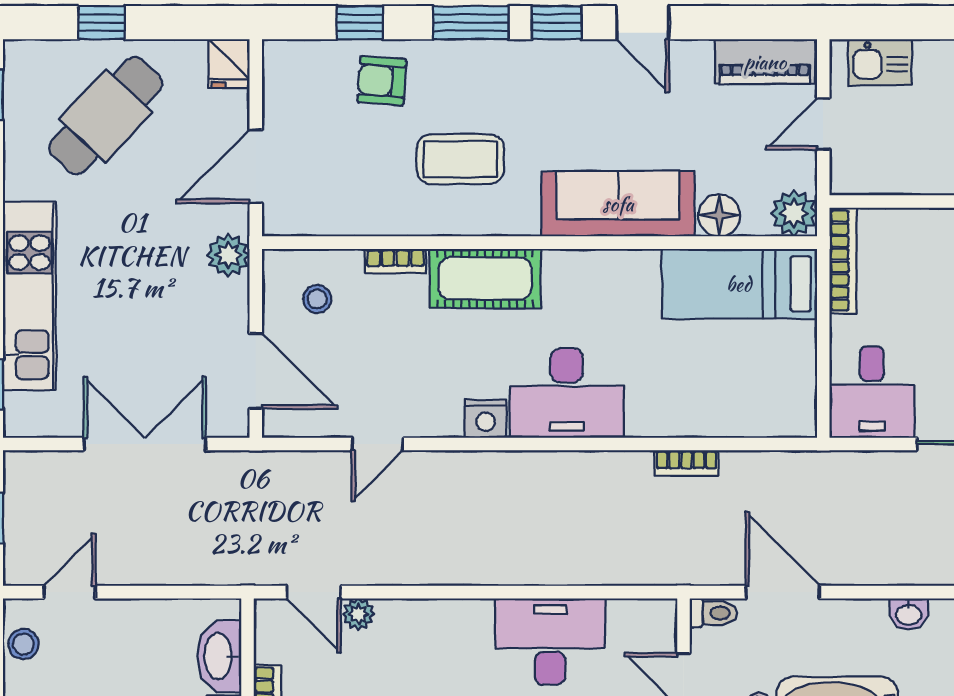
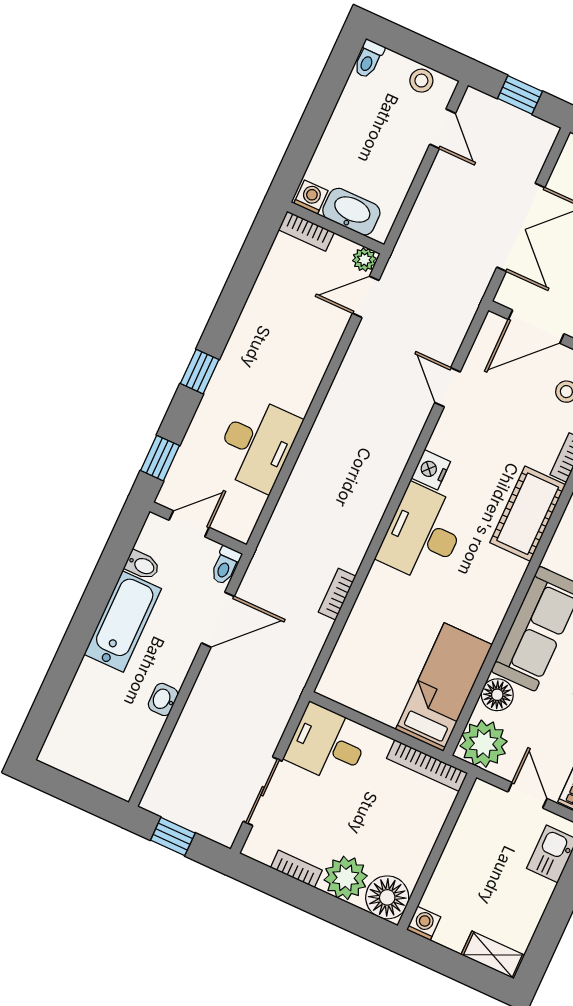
plant: (794, 213) -> (484, 744), width x1.36, depth x1.36
plant: (358, 614) -> (364, 260), moved

